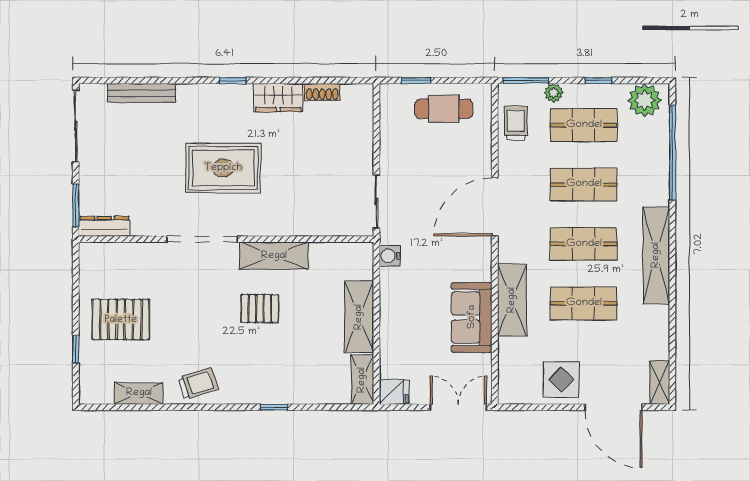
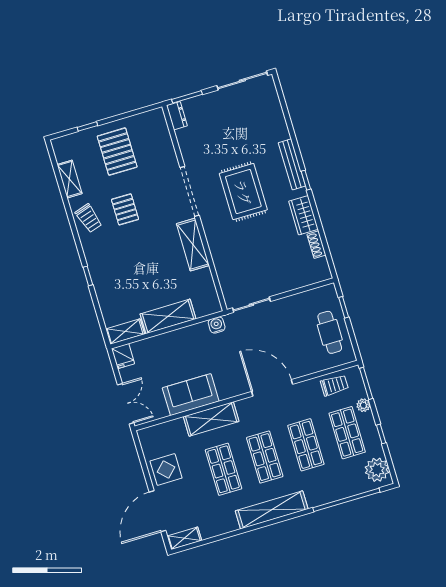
bench: (142, 93) -> (292, 164), moved
dresser: (104, 226) -> (177, 116), width x0.70
pallet: (260, 308) -> (125, 209), moved

